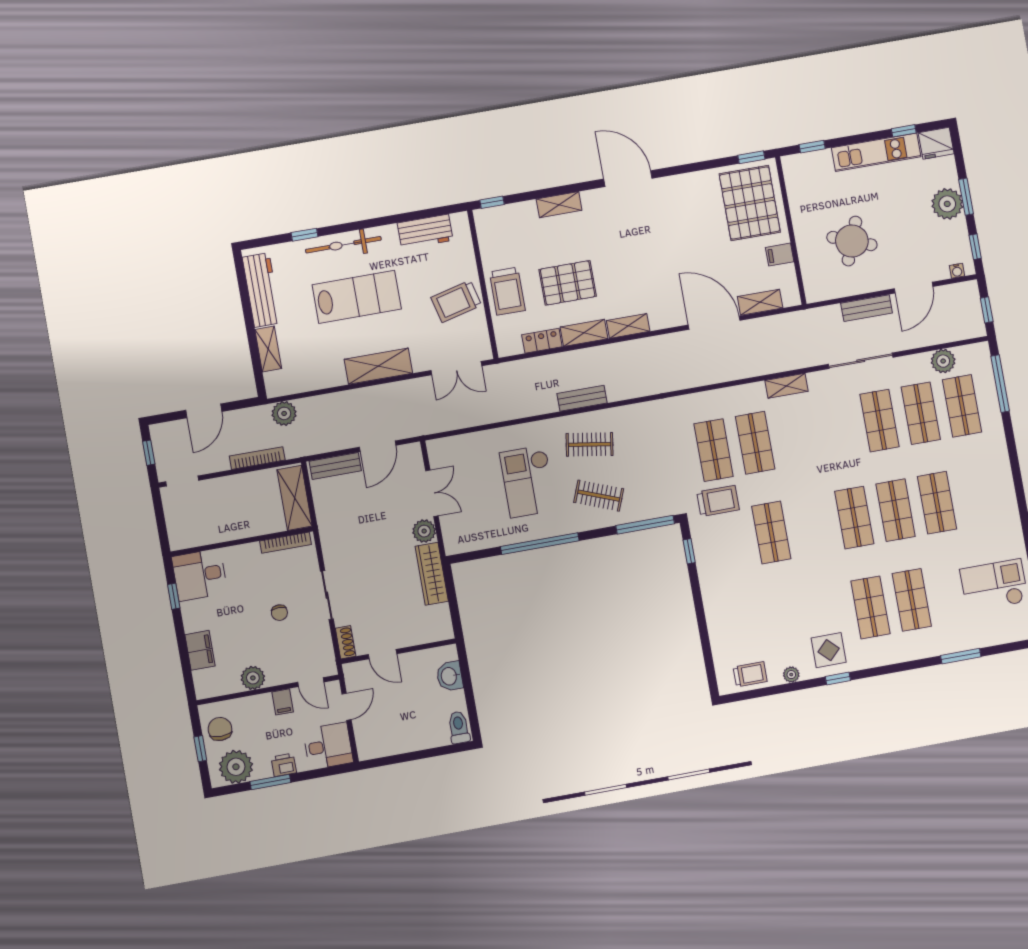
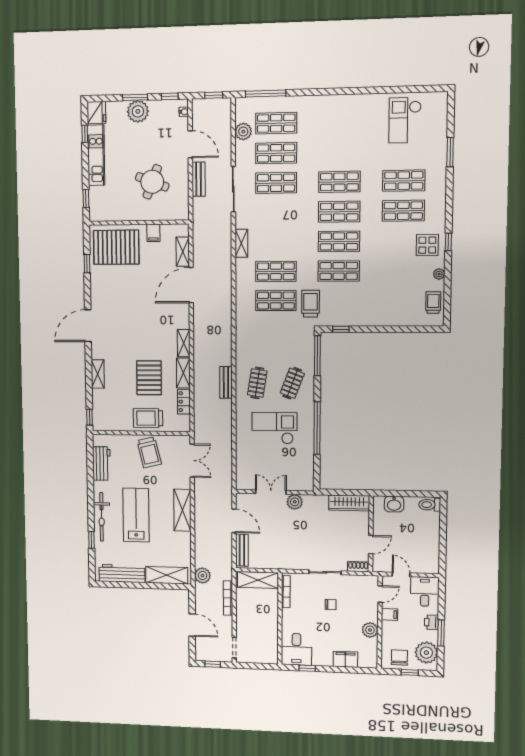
window: (751, 157) -> (87, 264), moved
trolley: (507, 291) -> (148, 418), turned 180
shelving: (268, 349) -> (167, 575), width x1.50, depth x1.33
checkout: (528, 481) -> (274, 428), turned 180
shop shelf: (937, 503) -> (339, 241), moved
wardrobe: (432, 574) -> (349, 503), moved
chair: (220, 729) -> (399, 657), turned 90

